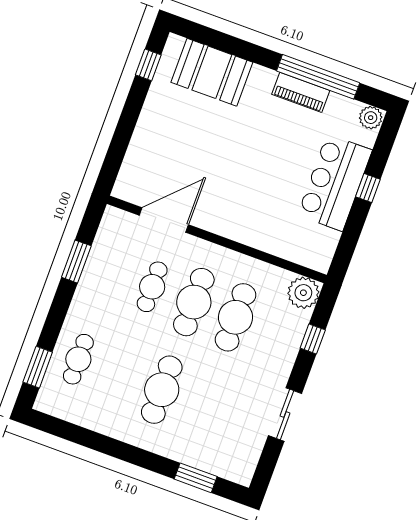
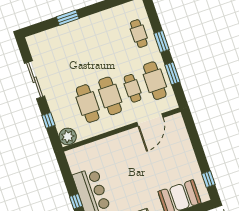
window: (38, 367) -> (162, 41), moved
cafe table: (162, 390) -> (155, 81), moved
sliding door: (285, 414) -> (35, 80), width x1.37
window: (196, 478) -> (68, 18), moved

